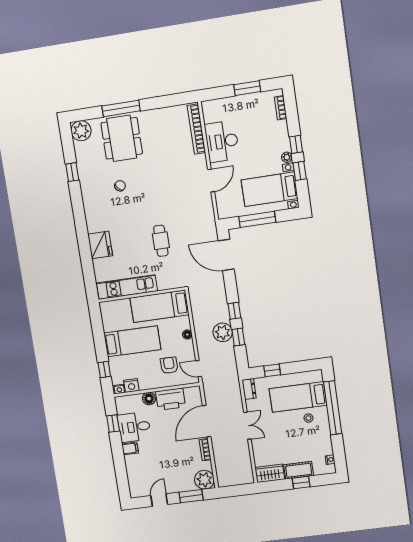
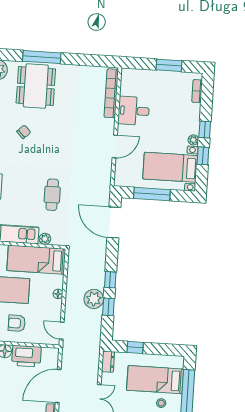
desk: (222, 141) -> (134, 111), width x0.73
plant: (163, 285) -> (45, 239), added
armchair: (169, 365) -> (17, 323), moved, turned -90

